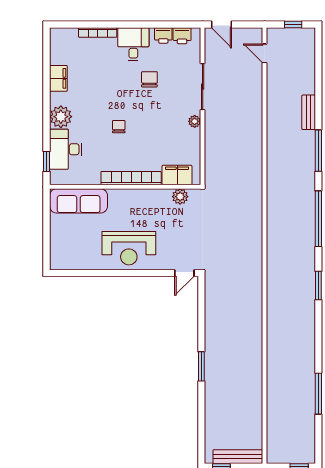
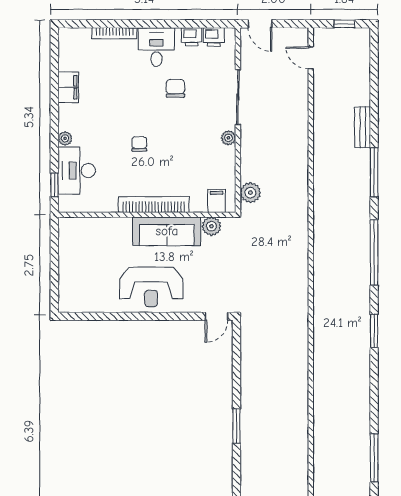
plant: (61, 117) -> (65, 138), width x0.53, depth x0.53
plant: (213, 168) -> (250, 193), added
filing cabinet: (177, 175) -> (216, 201), width x0.50
sofa: (79, 201) -> (167, 231), moved

